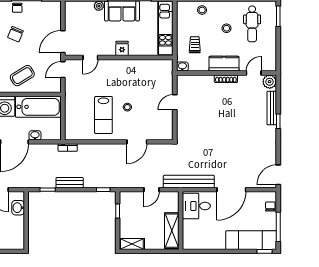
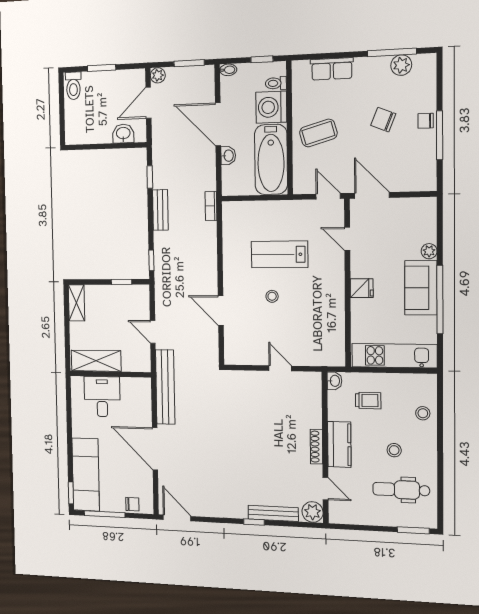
coffee table: (22, 76) -> (318, 133), turned -75
lab bench: (103, 115) -> (280, 254), moved
desk: (196, 206) -> (102, 397), moved

